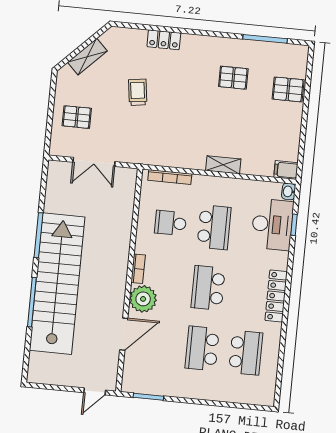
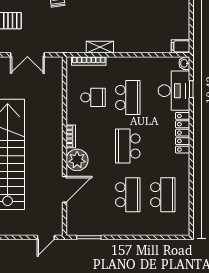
shelving: (223, 165) -> (100, 47), moved
school desk: (170, 223) -> (93, 97), turned 180
locker: (276, 296) -> (183, 133), moved
school desk: (202, 348) -> (128, 195), turned 180

